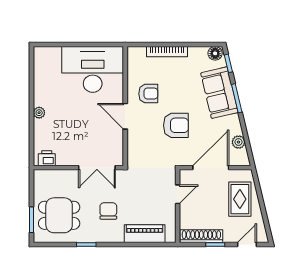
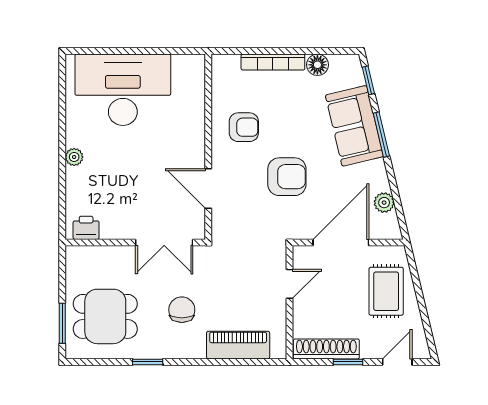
floor lamp: (215, 53) -> (317, 65), moved
desk: (93, 69) -> (123, 90), moved
door: (125, 116) -> (208, 188), moved

